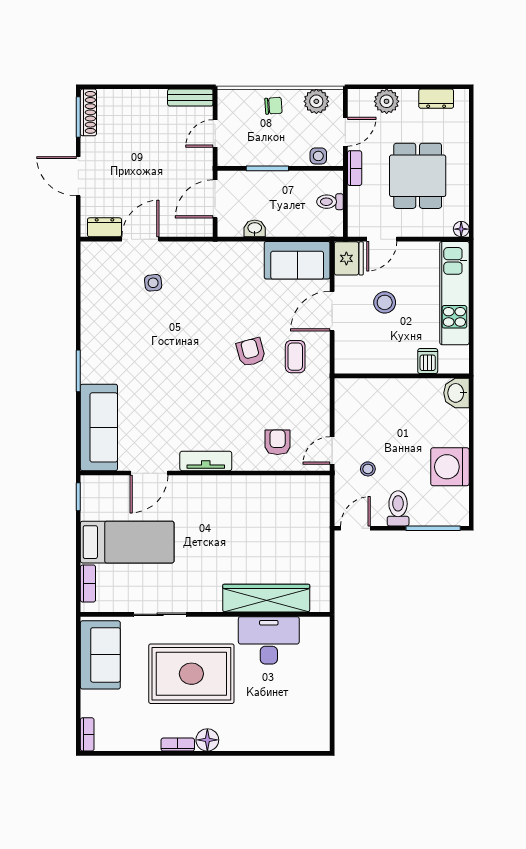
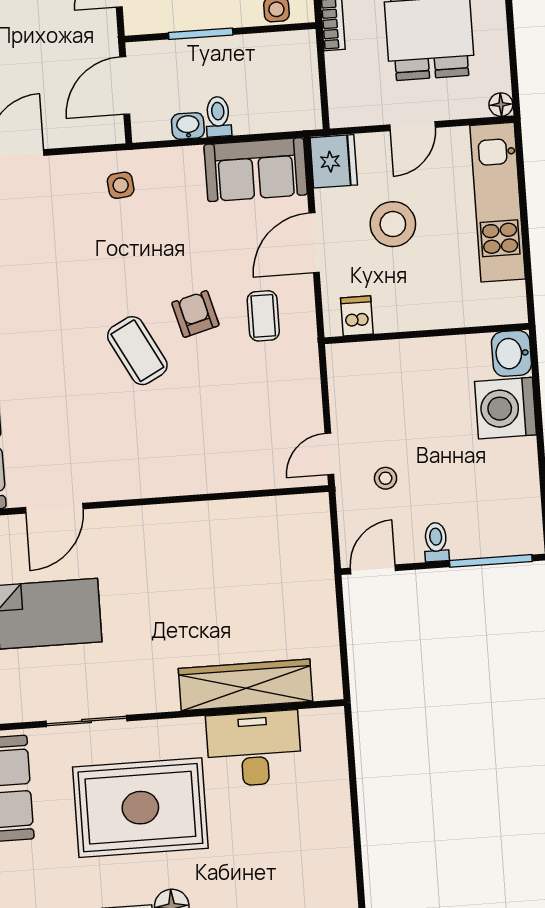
toilet: (330, 202) -> (218, 117), moved, turned 90
door: (382, 239) -> (412, 126), moved
side table: (153, 283) -> (121, 185), moved
stool: (385, 302) -> (393, 224), width x1.38, depth x1.38
dishwasher: (428, 361) -> (357, 316), moved
coffee table: (211, 373) -> (137, 351), added
armchair: (278, 442) -> (246, 447), removed
tv unit: (206, 461) -> (139, 484), removed
washing machine: (450, 467) -> (505, 408), moved
toilet: (398, 508) -> (436, 542), width x0.73, depth x0.72

